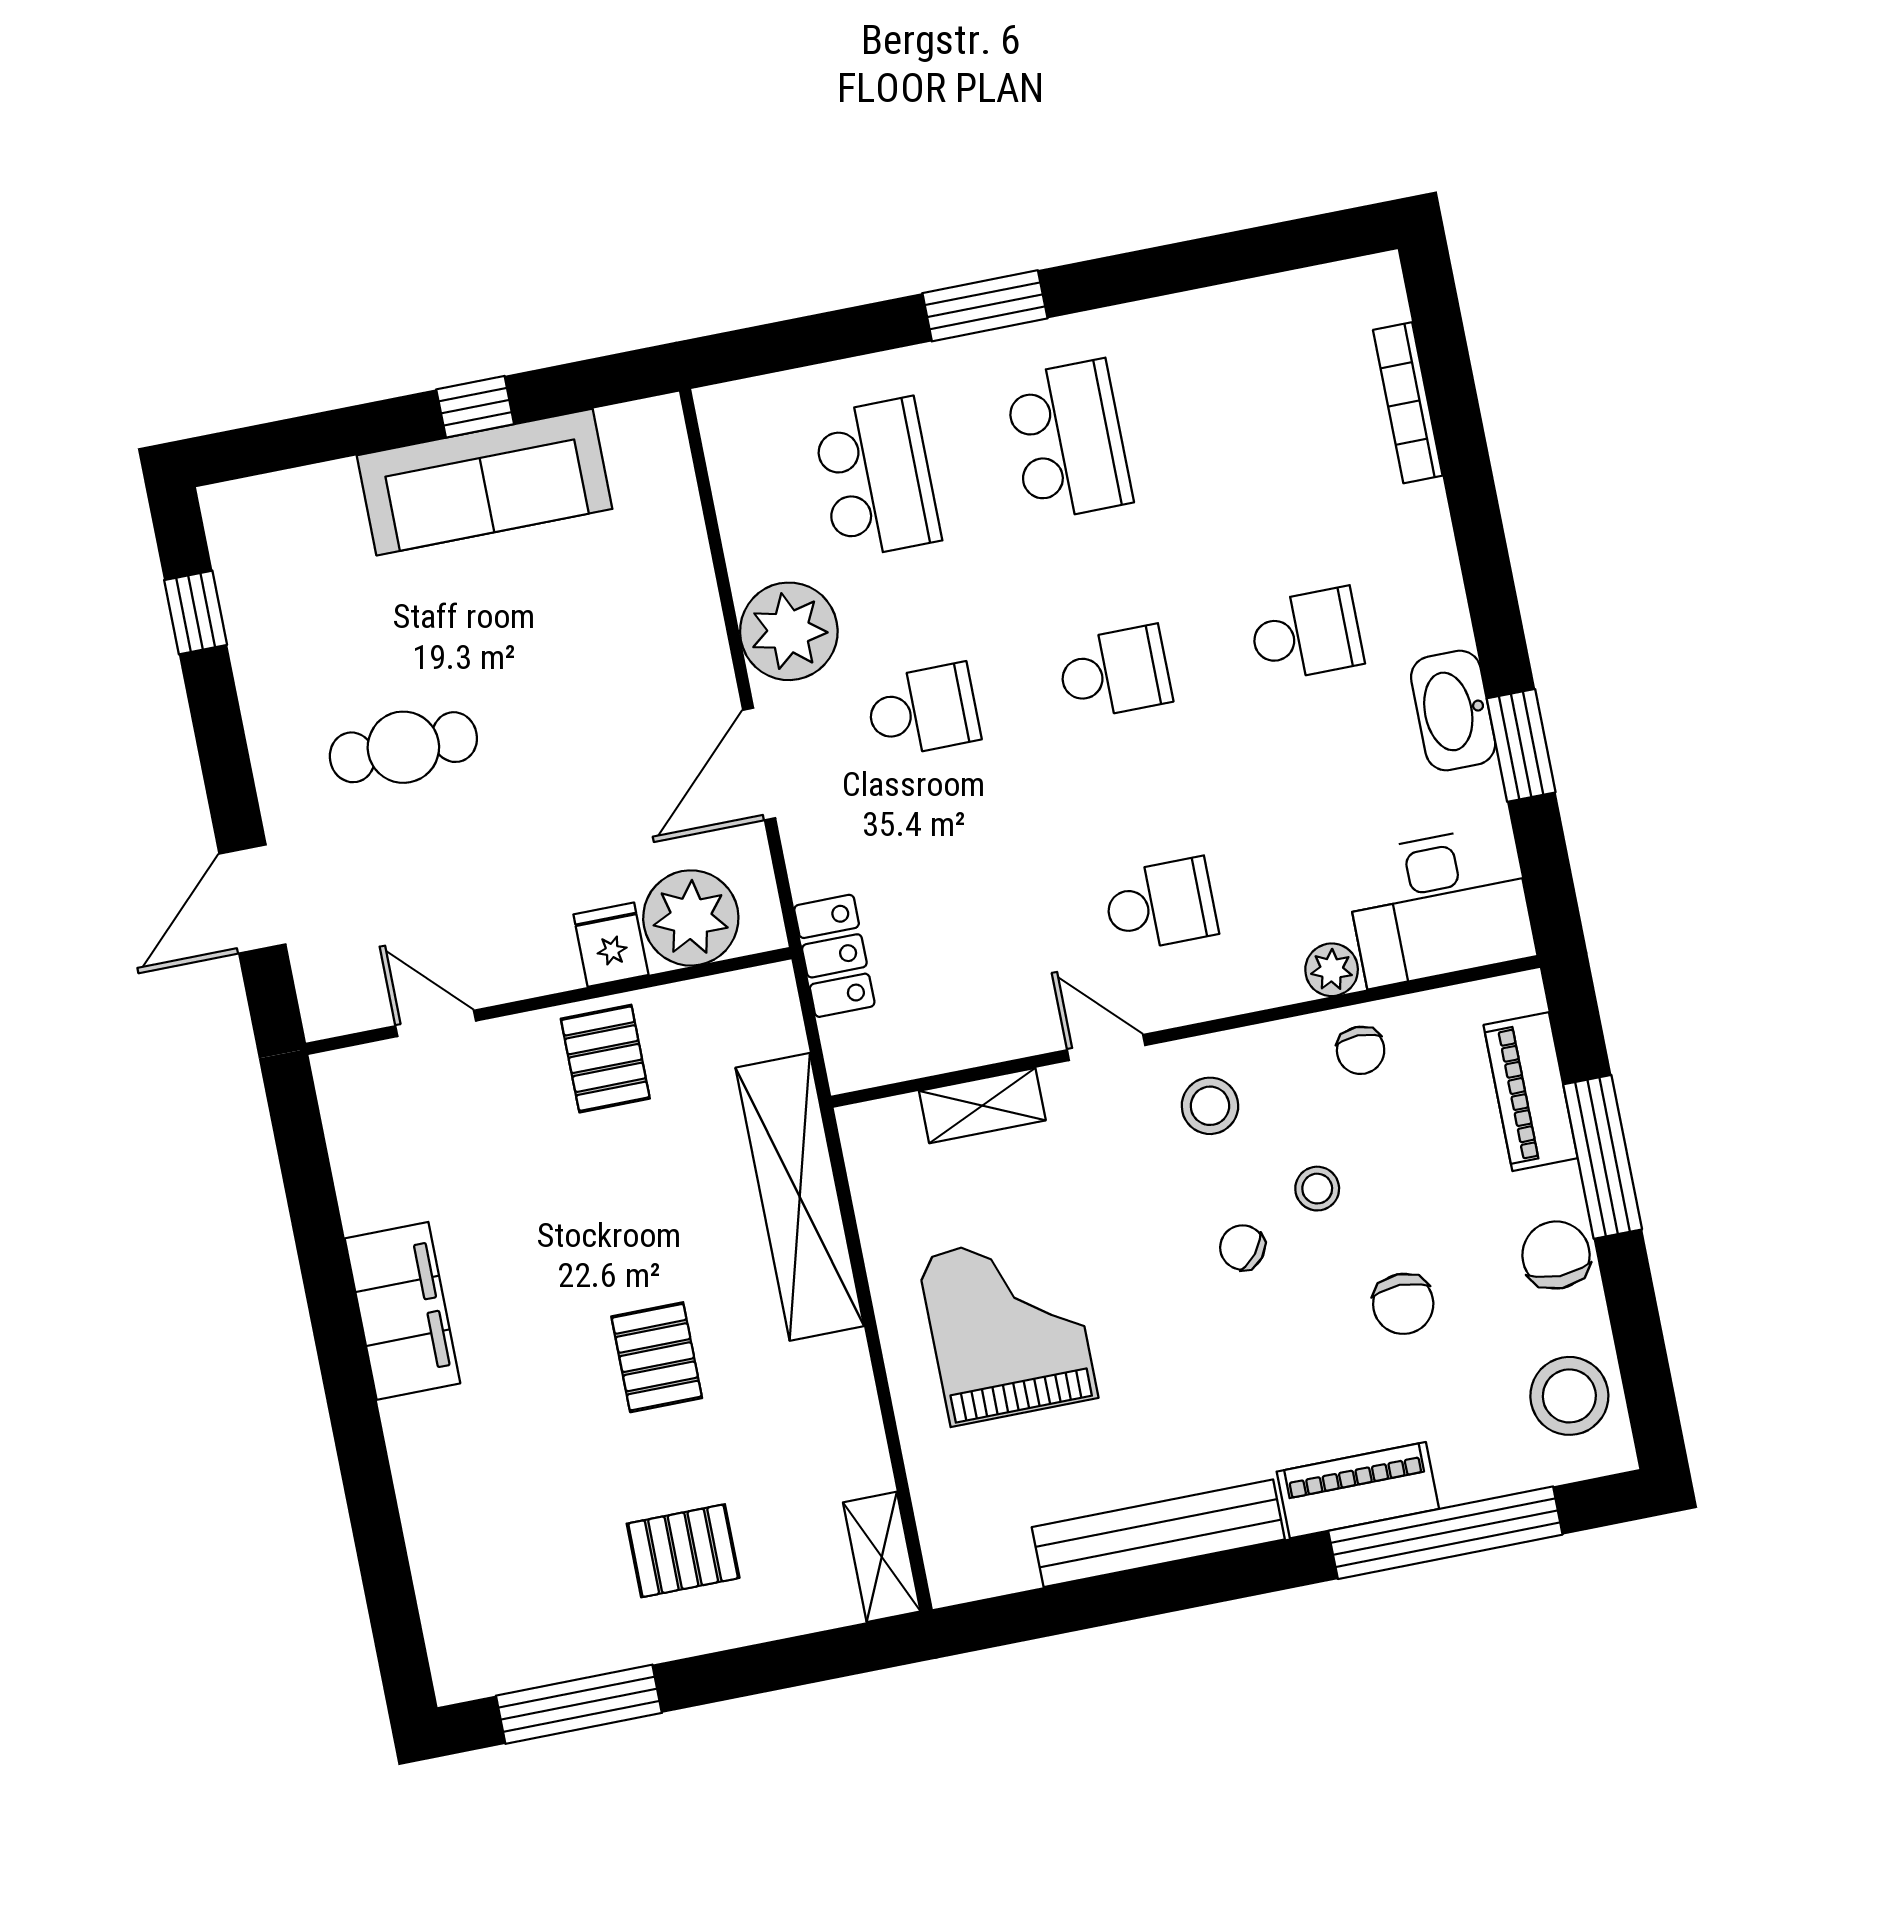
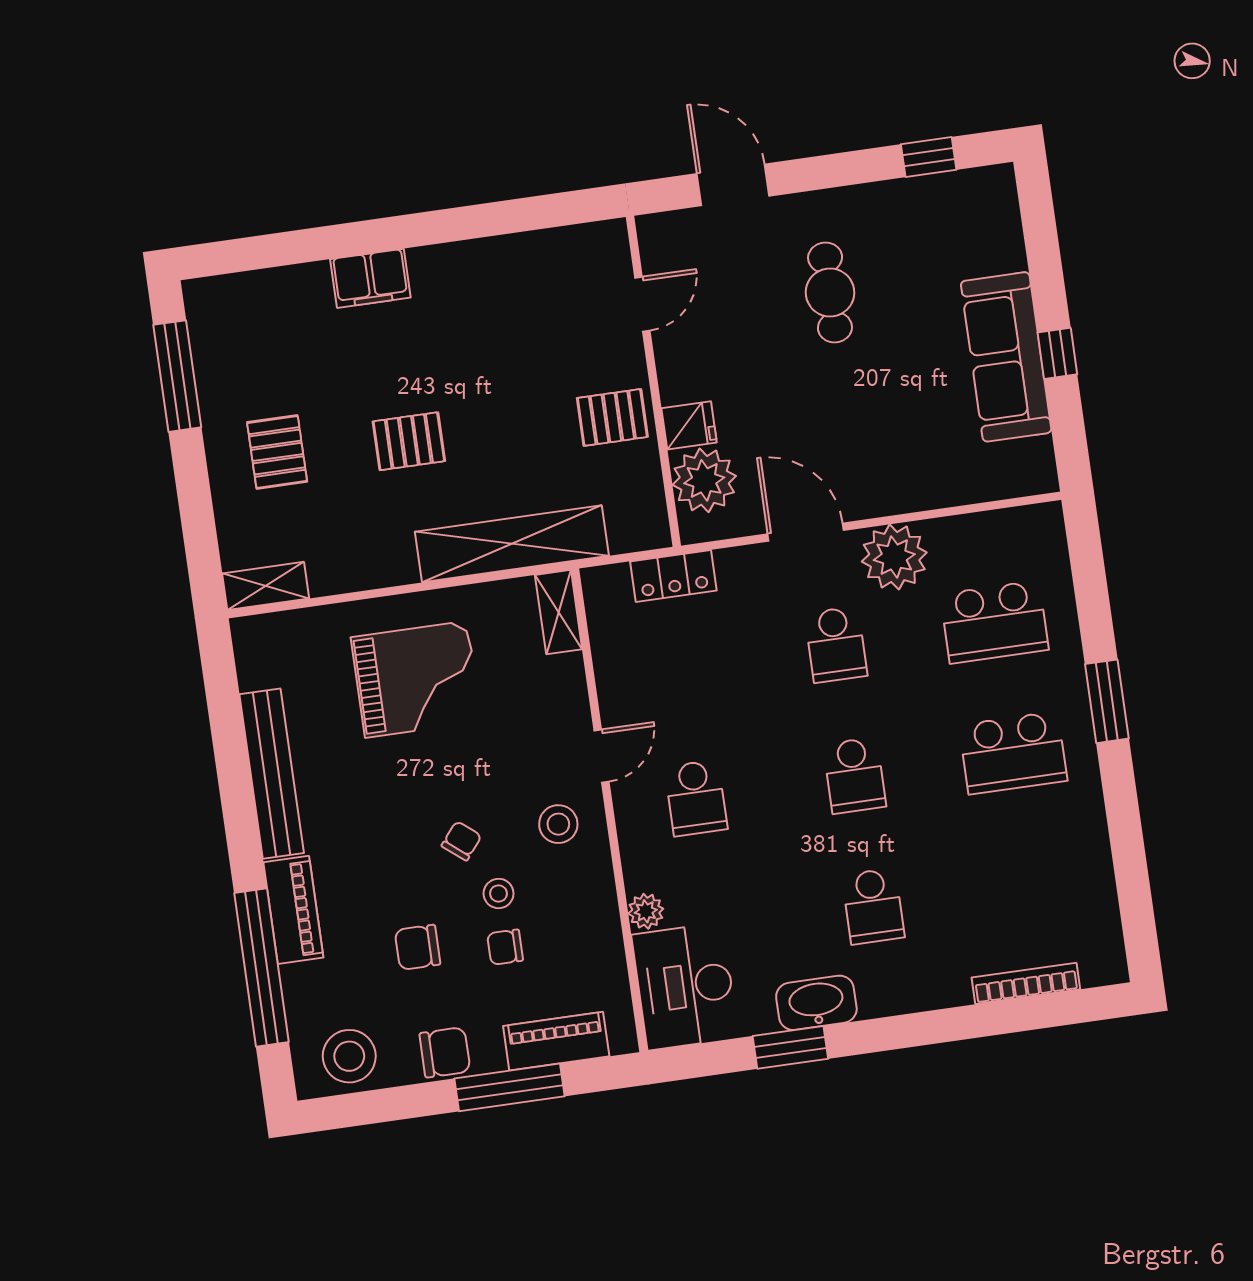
chair: (1361, 1050) -> (505, 947), moved
shelving: (982, 1106) -> (559, 612), moved
filing cabinet: (402, 1311) -> (370, 278), moved, width x0.67, depth x0.86

